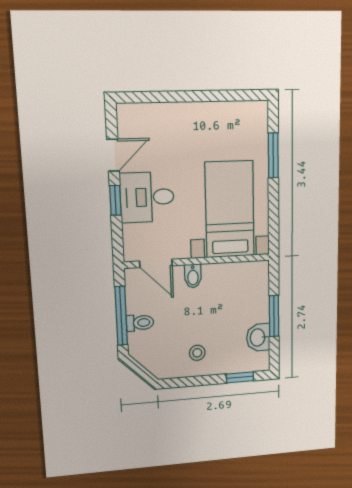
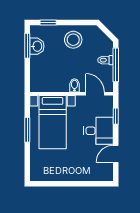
window: (273, 155) -> (27, 130), moved
window: (115, 200) -> (116, 116), moved
window: (274, 316) -> (27, 46), moved
stool: (197, 353) -> (73, 40), width x1.89, depth x1.89

